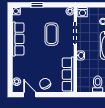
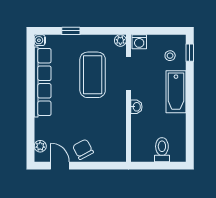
coffee table: (52, 34) -> (93, 75), width x1.36, depth x1.32
row of seats: (18, 39) -> (43, 82), width x1.36
row of seats: (68, 74) -> (118, 135), removed

